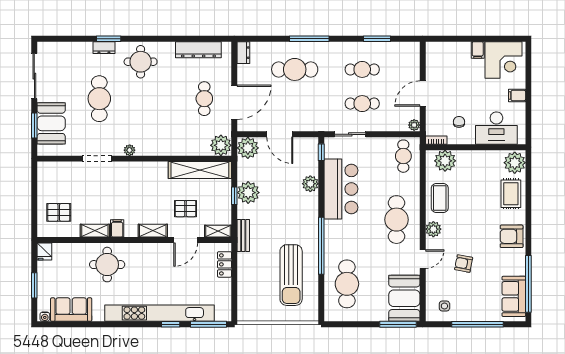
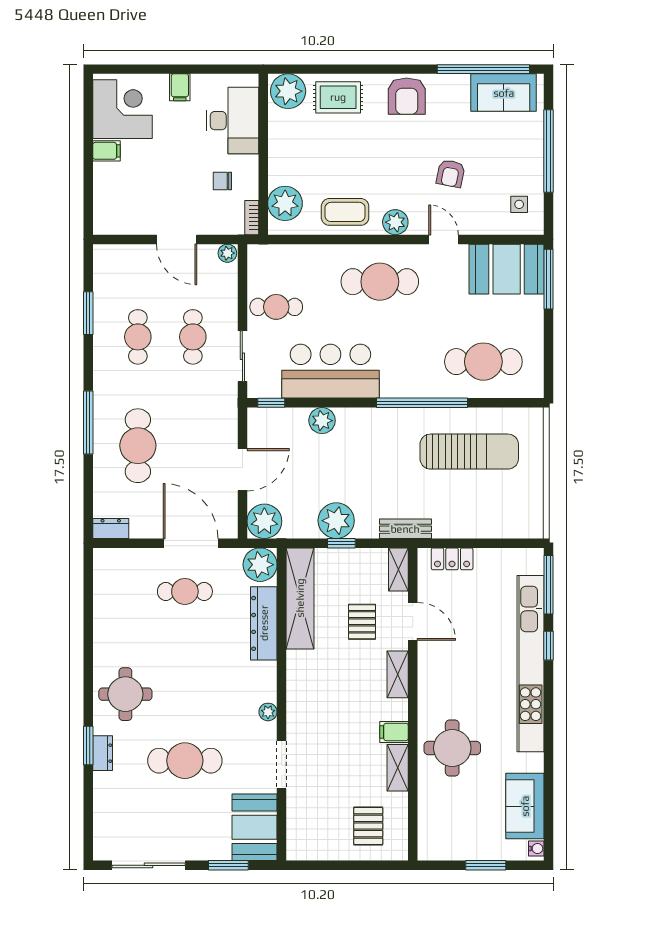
dresser: (198, 50) -> (264, 623), moved, turned 180
booth: (51, 123) -> (255, 827), moved, turned 90
cafe table: (403, 156) -> (276, 307), moved
fridge: (44, 251) -> (431, 849), removed

